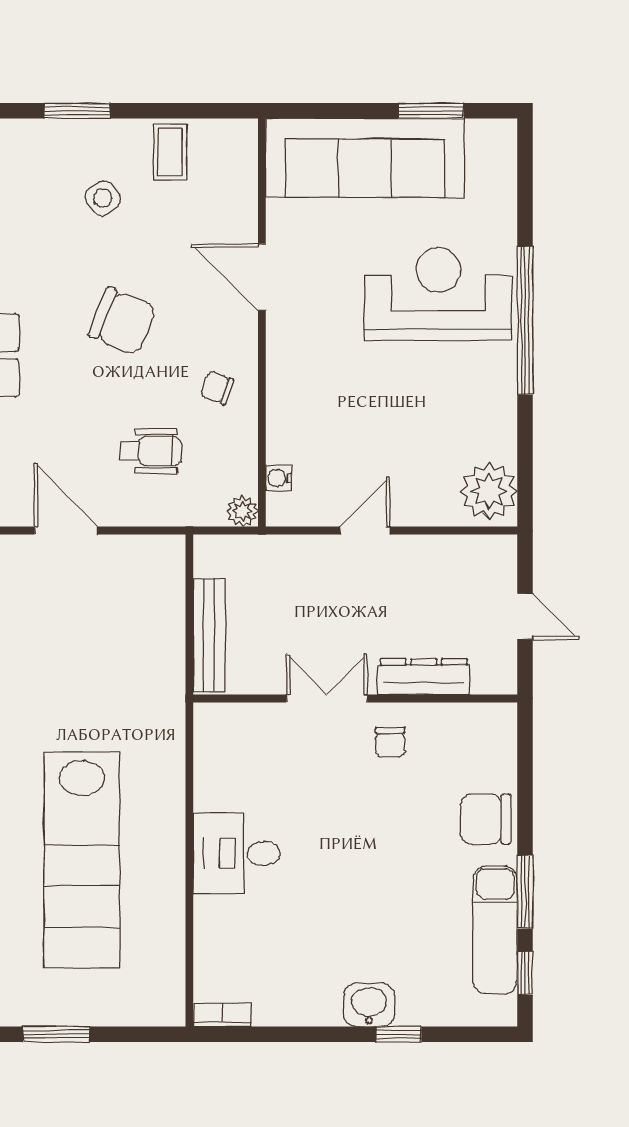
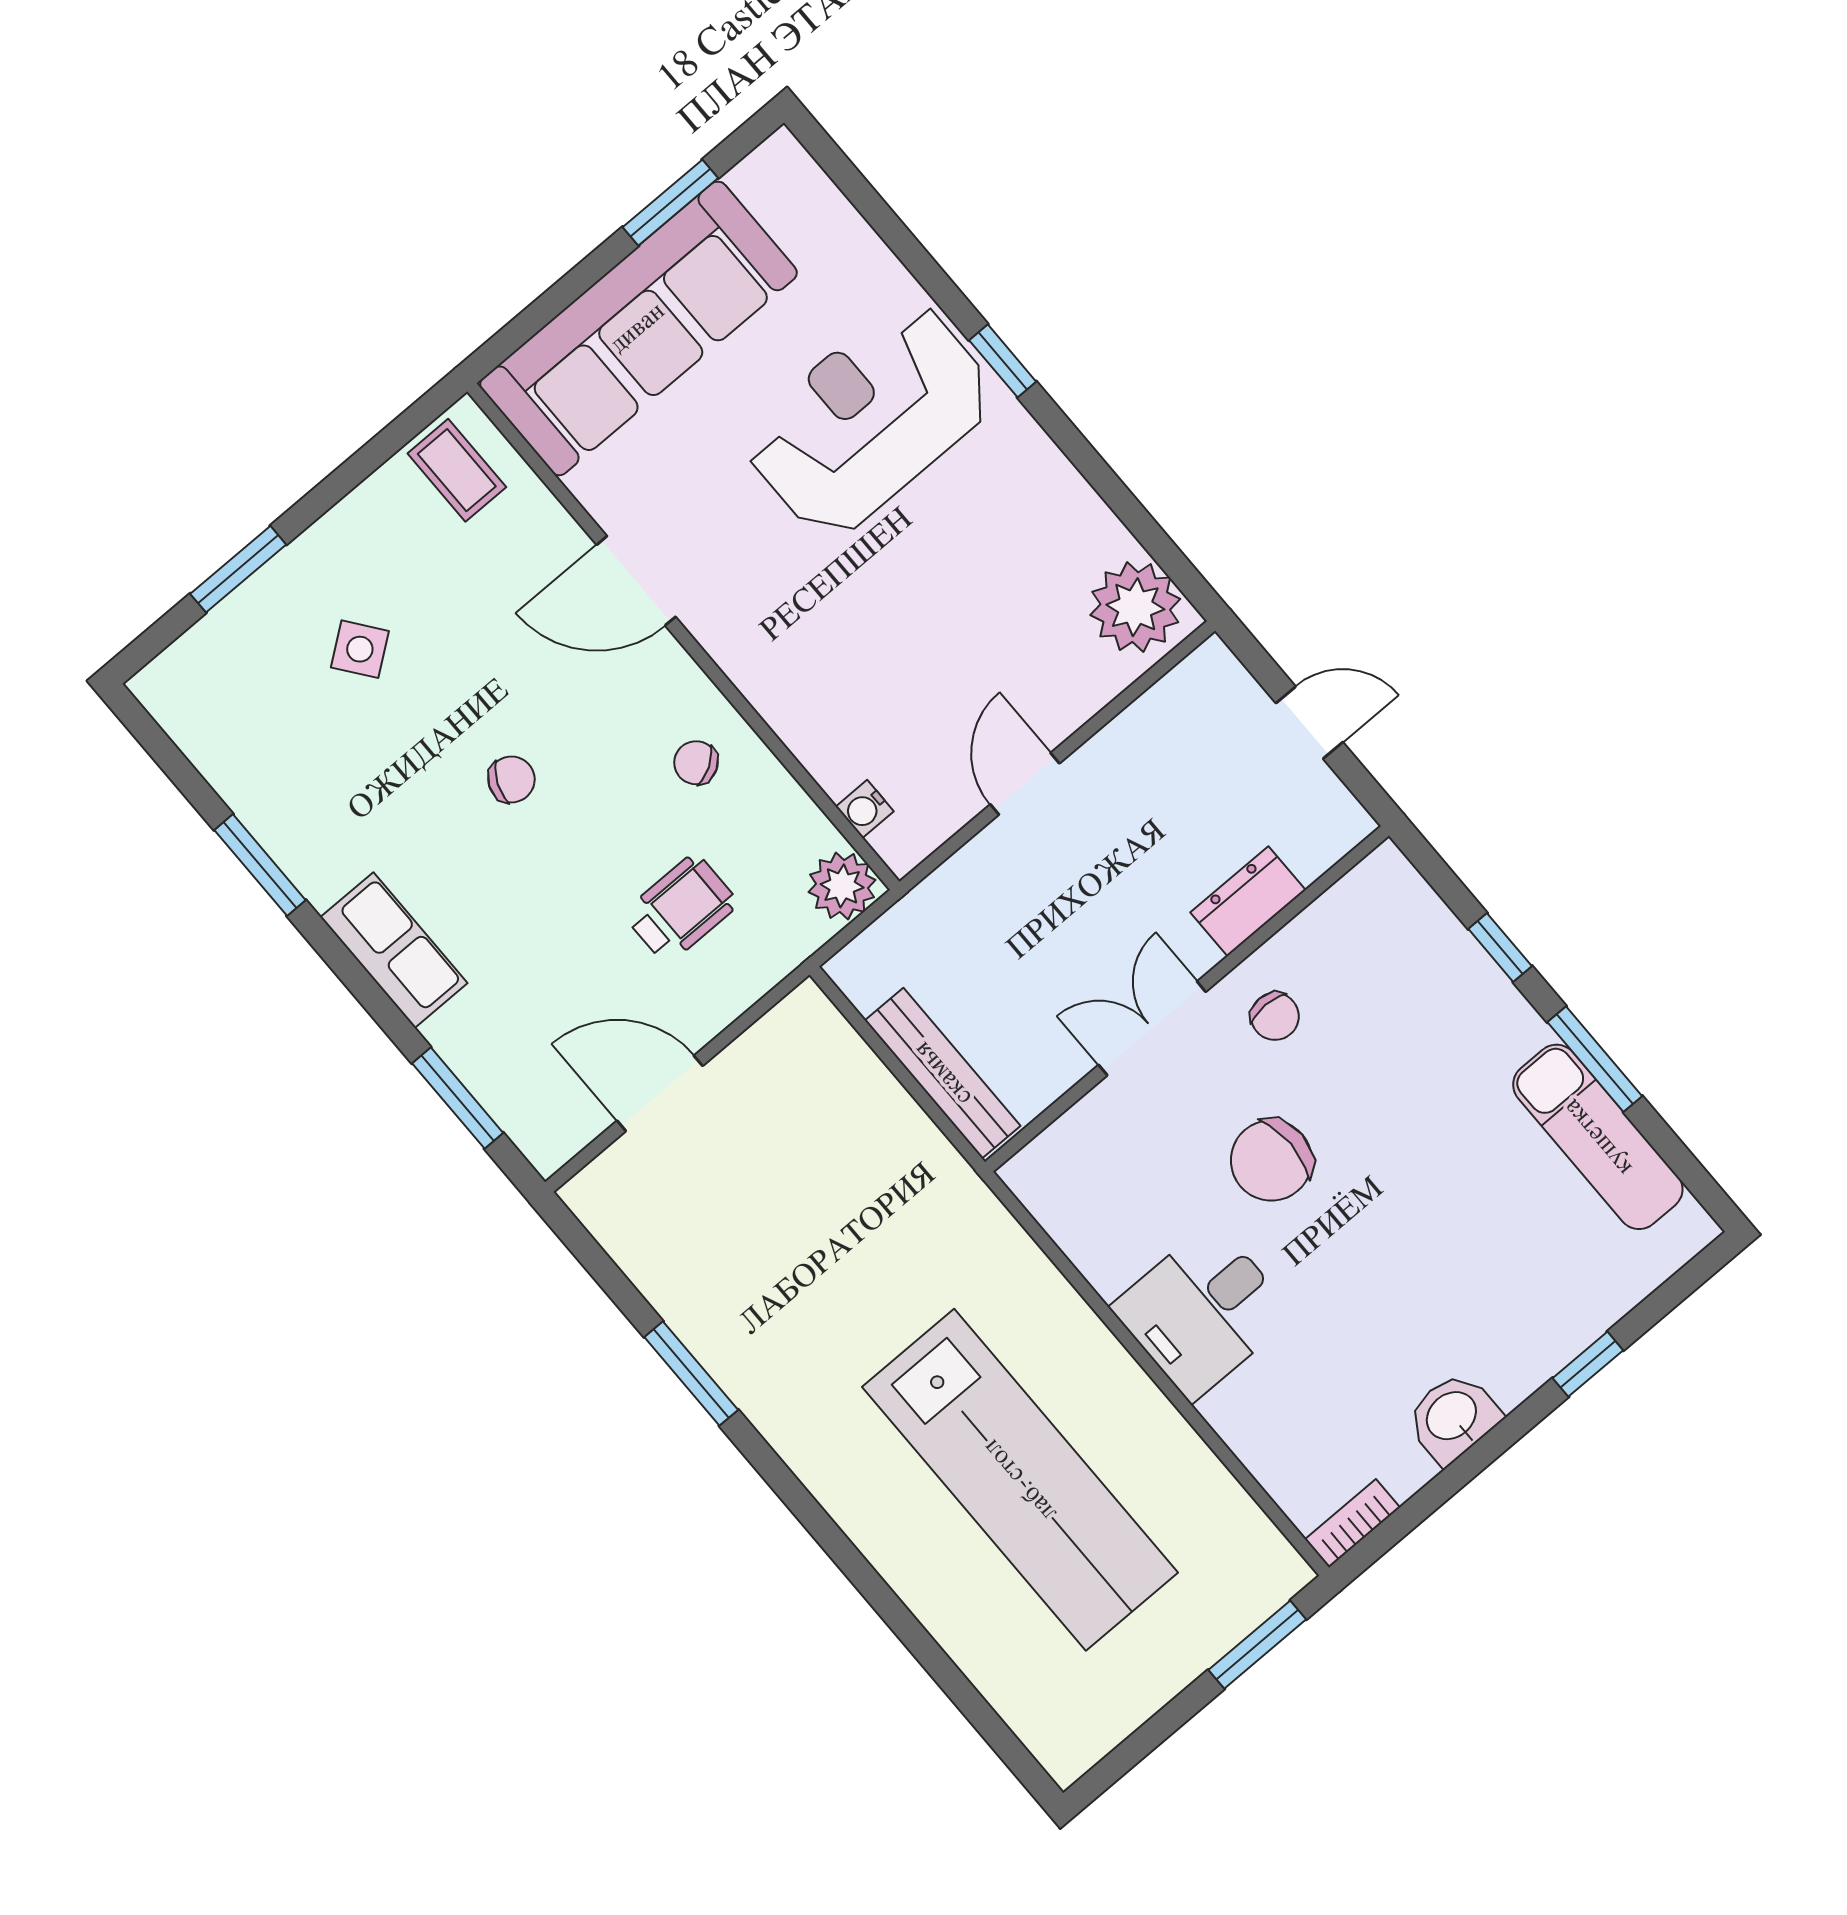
coffee table: (170, 152) -> (457, 470), moved
window: (525, 320) -> (1003, 361), width x0.32
chair: (122, 321) -> (511, 779), width x0.54, depth x0.54
chair: (217, 388) -> (696, 763), turned 40
plant: (243, 511) -> (842, 886), width x1.38, depth x1.38
dresser: (424, 677) -> (1248, 901), width x0.70
chair: (486, 819) -> (1271, 1160), moved
window: (525, 973) -> (1500, 947), moved
washbasin: (369, 1005) -> (1453, 1417), moved
window: (56, 1034) -> (1257, 1645), moved

